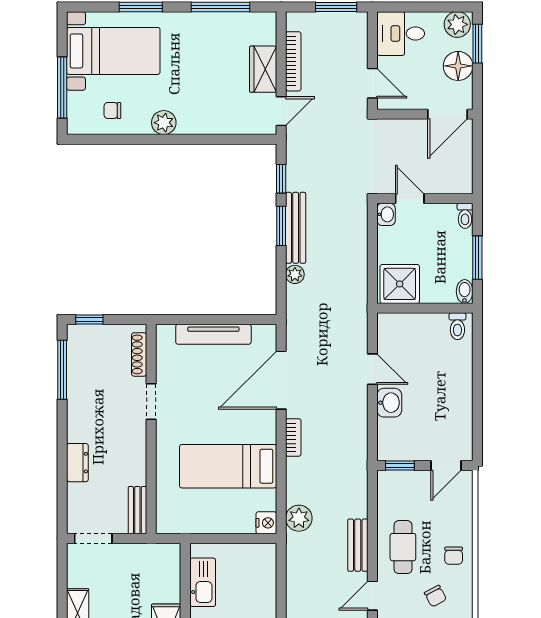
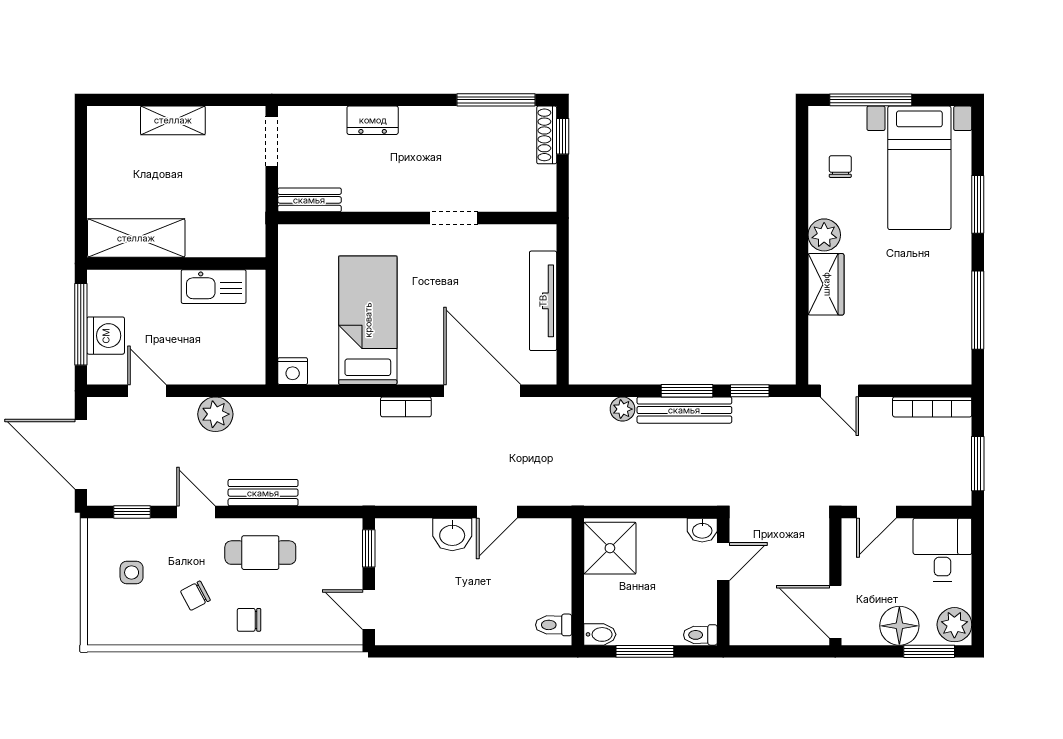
bookcase: (293, 61) -> (932, 407), moved
wardrobe: (263, 69) -> (826, 284), moved, turned 90
shoe rack: (139, 354) -> (547, 135), moved, turned -90
plant: (299, 518) -> (215, 414), moved

